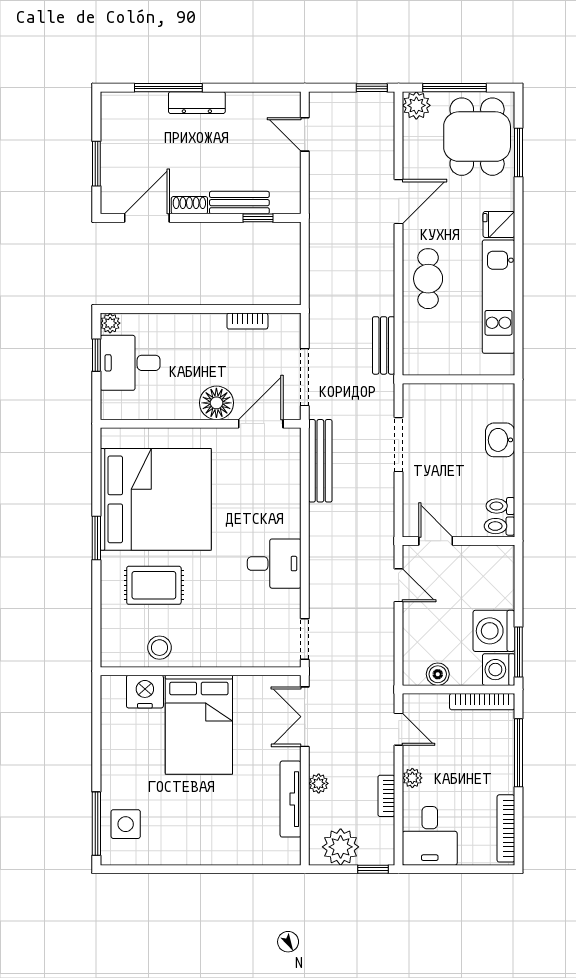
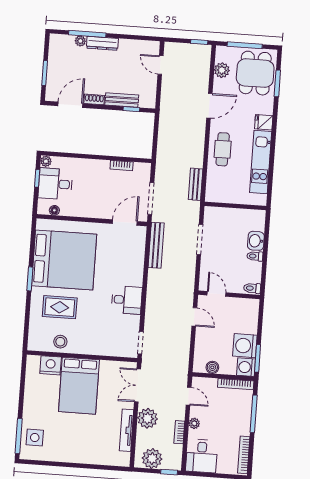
plant: (157, 101) -> (80, 41), added
plant: (416, 105) -> (222, 70), moved
floor lamp: (216, 403) -> (54, 210), moved, width x0.53, depth x0.53
toilet: (500, 506) -> (255, 256), moved
plant: (319, 783) -> (147, 418), width x1.88, depth x1.88

